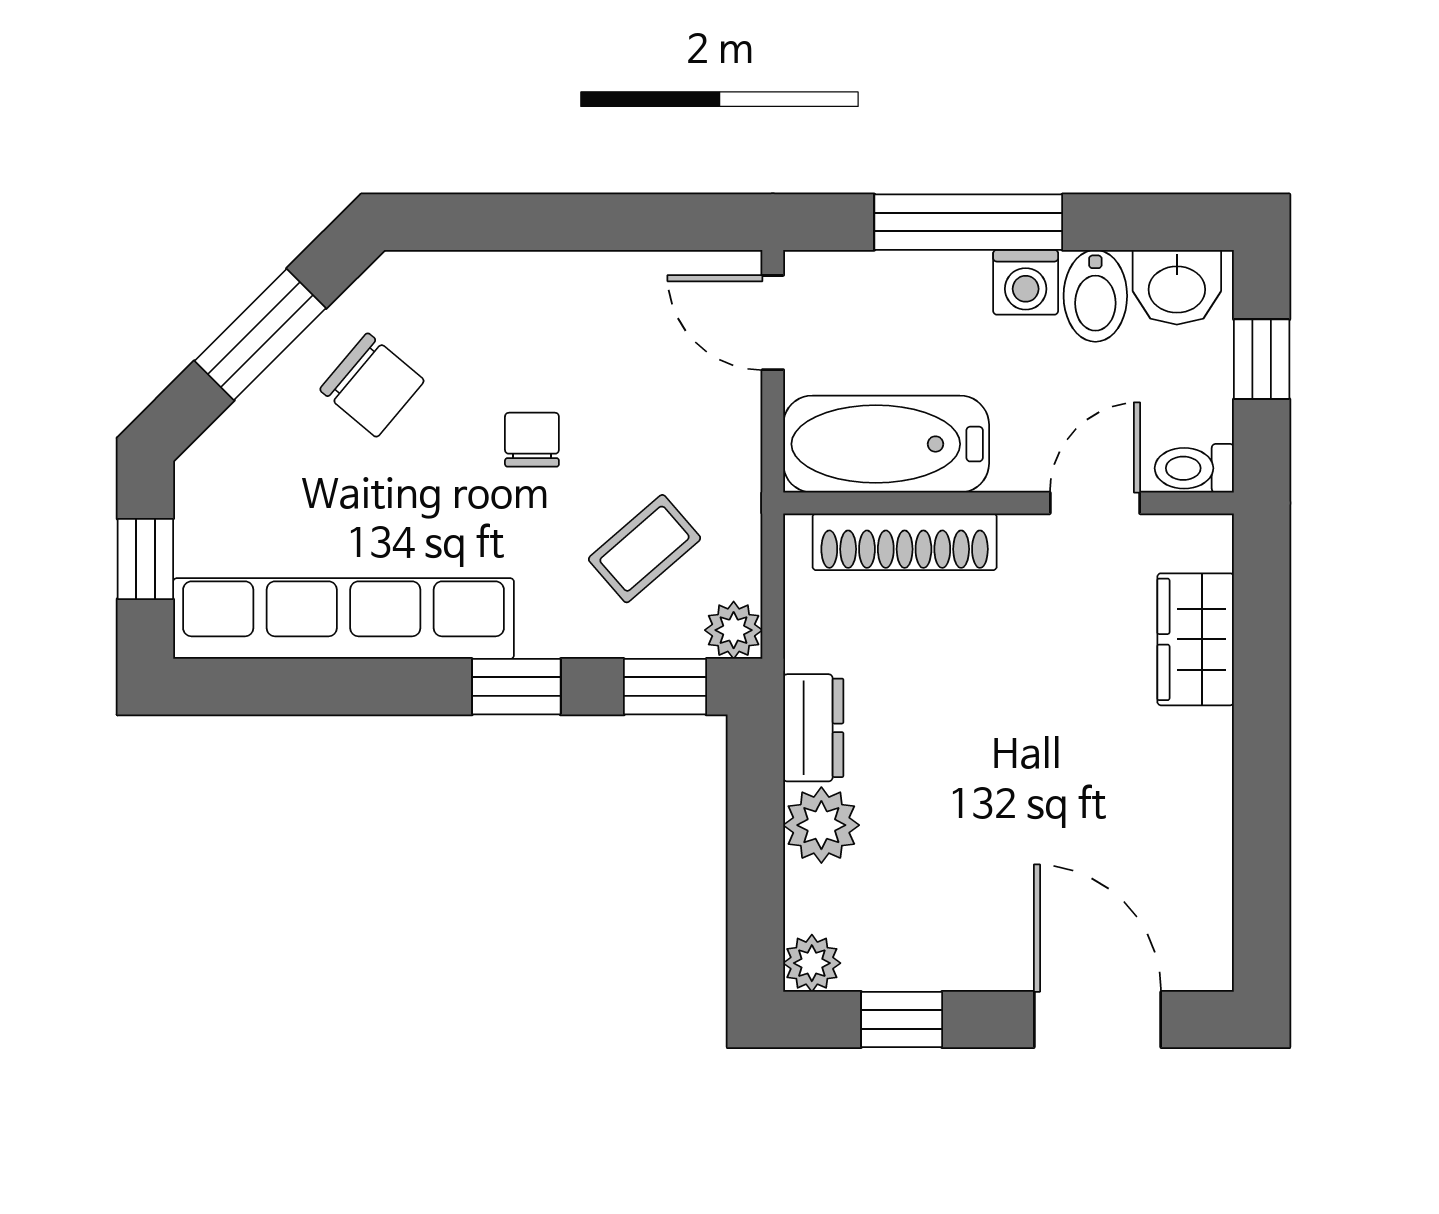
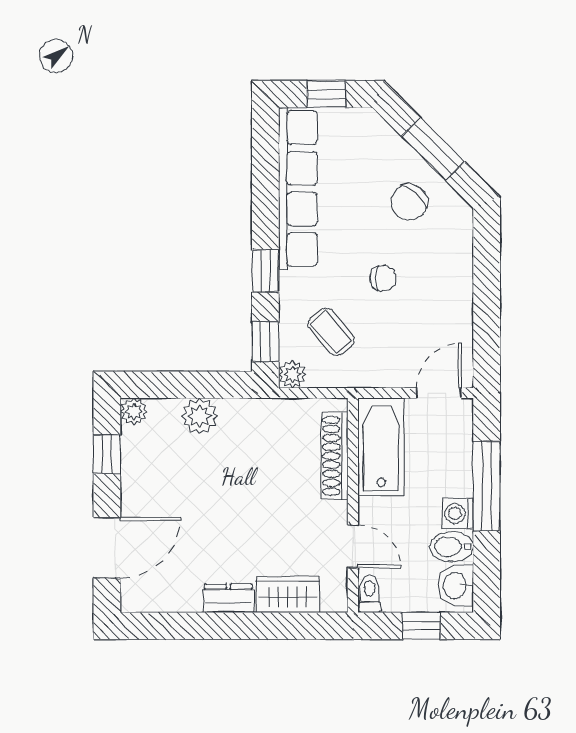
dresser: (813, 728) -> (228, 598), moved, turned 180

